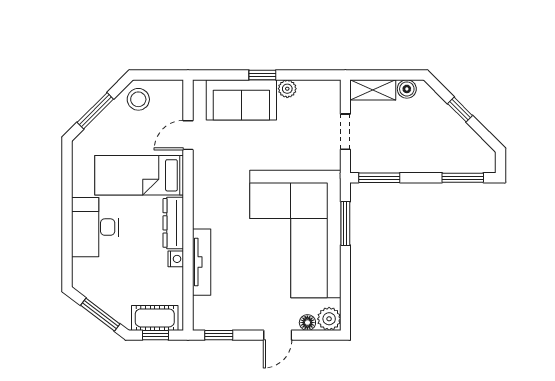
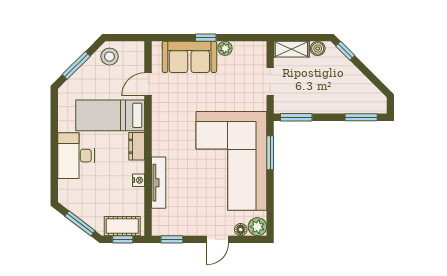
window: (460, 110) -> (345, 51), moved
dresser: (173, 223) -> (137, 146), width x0.70

